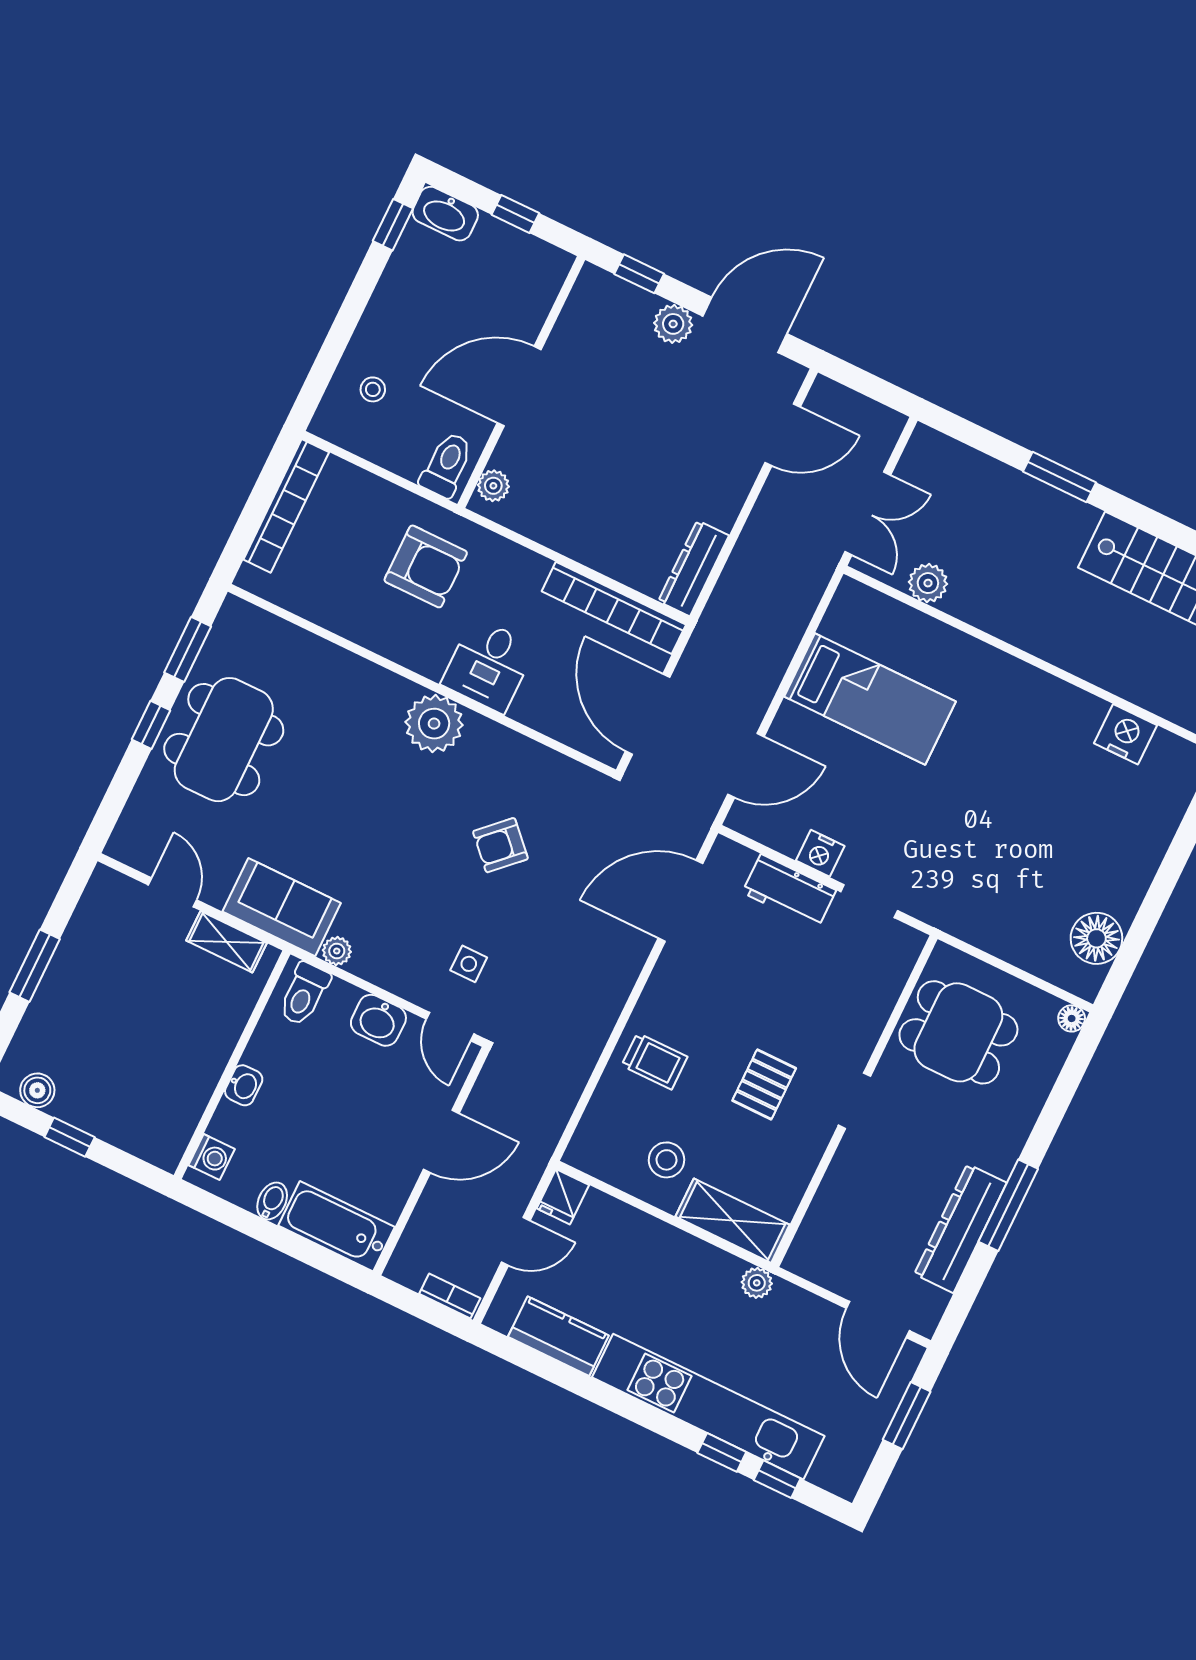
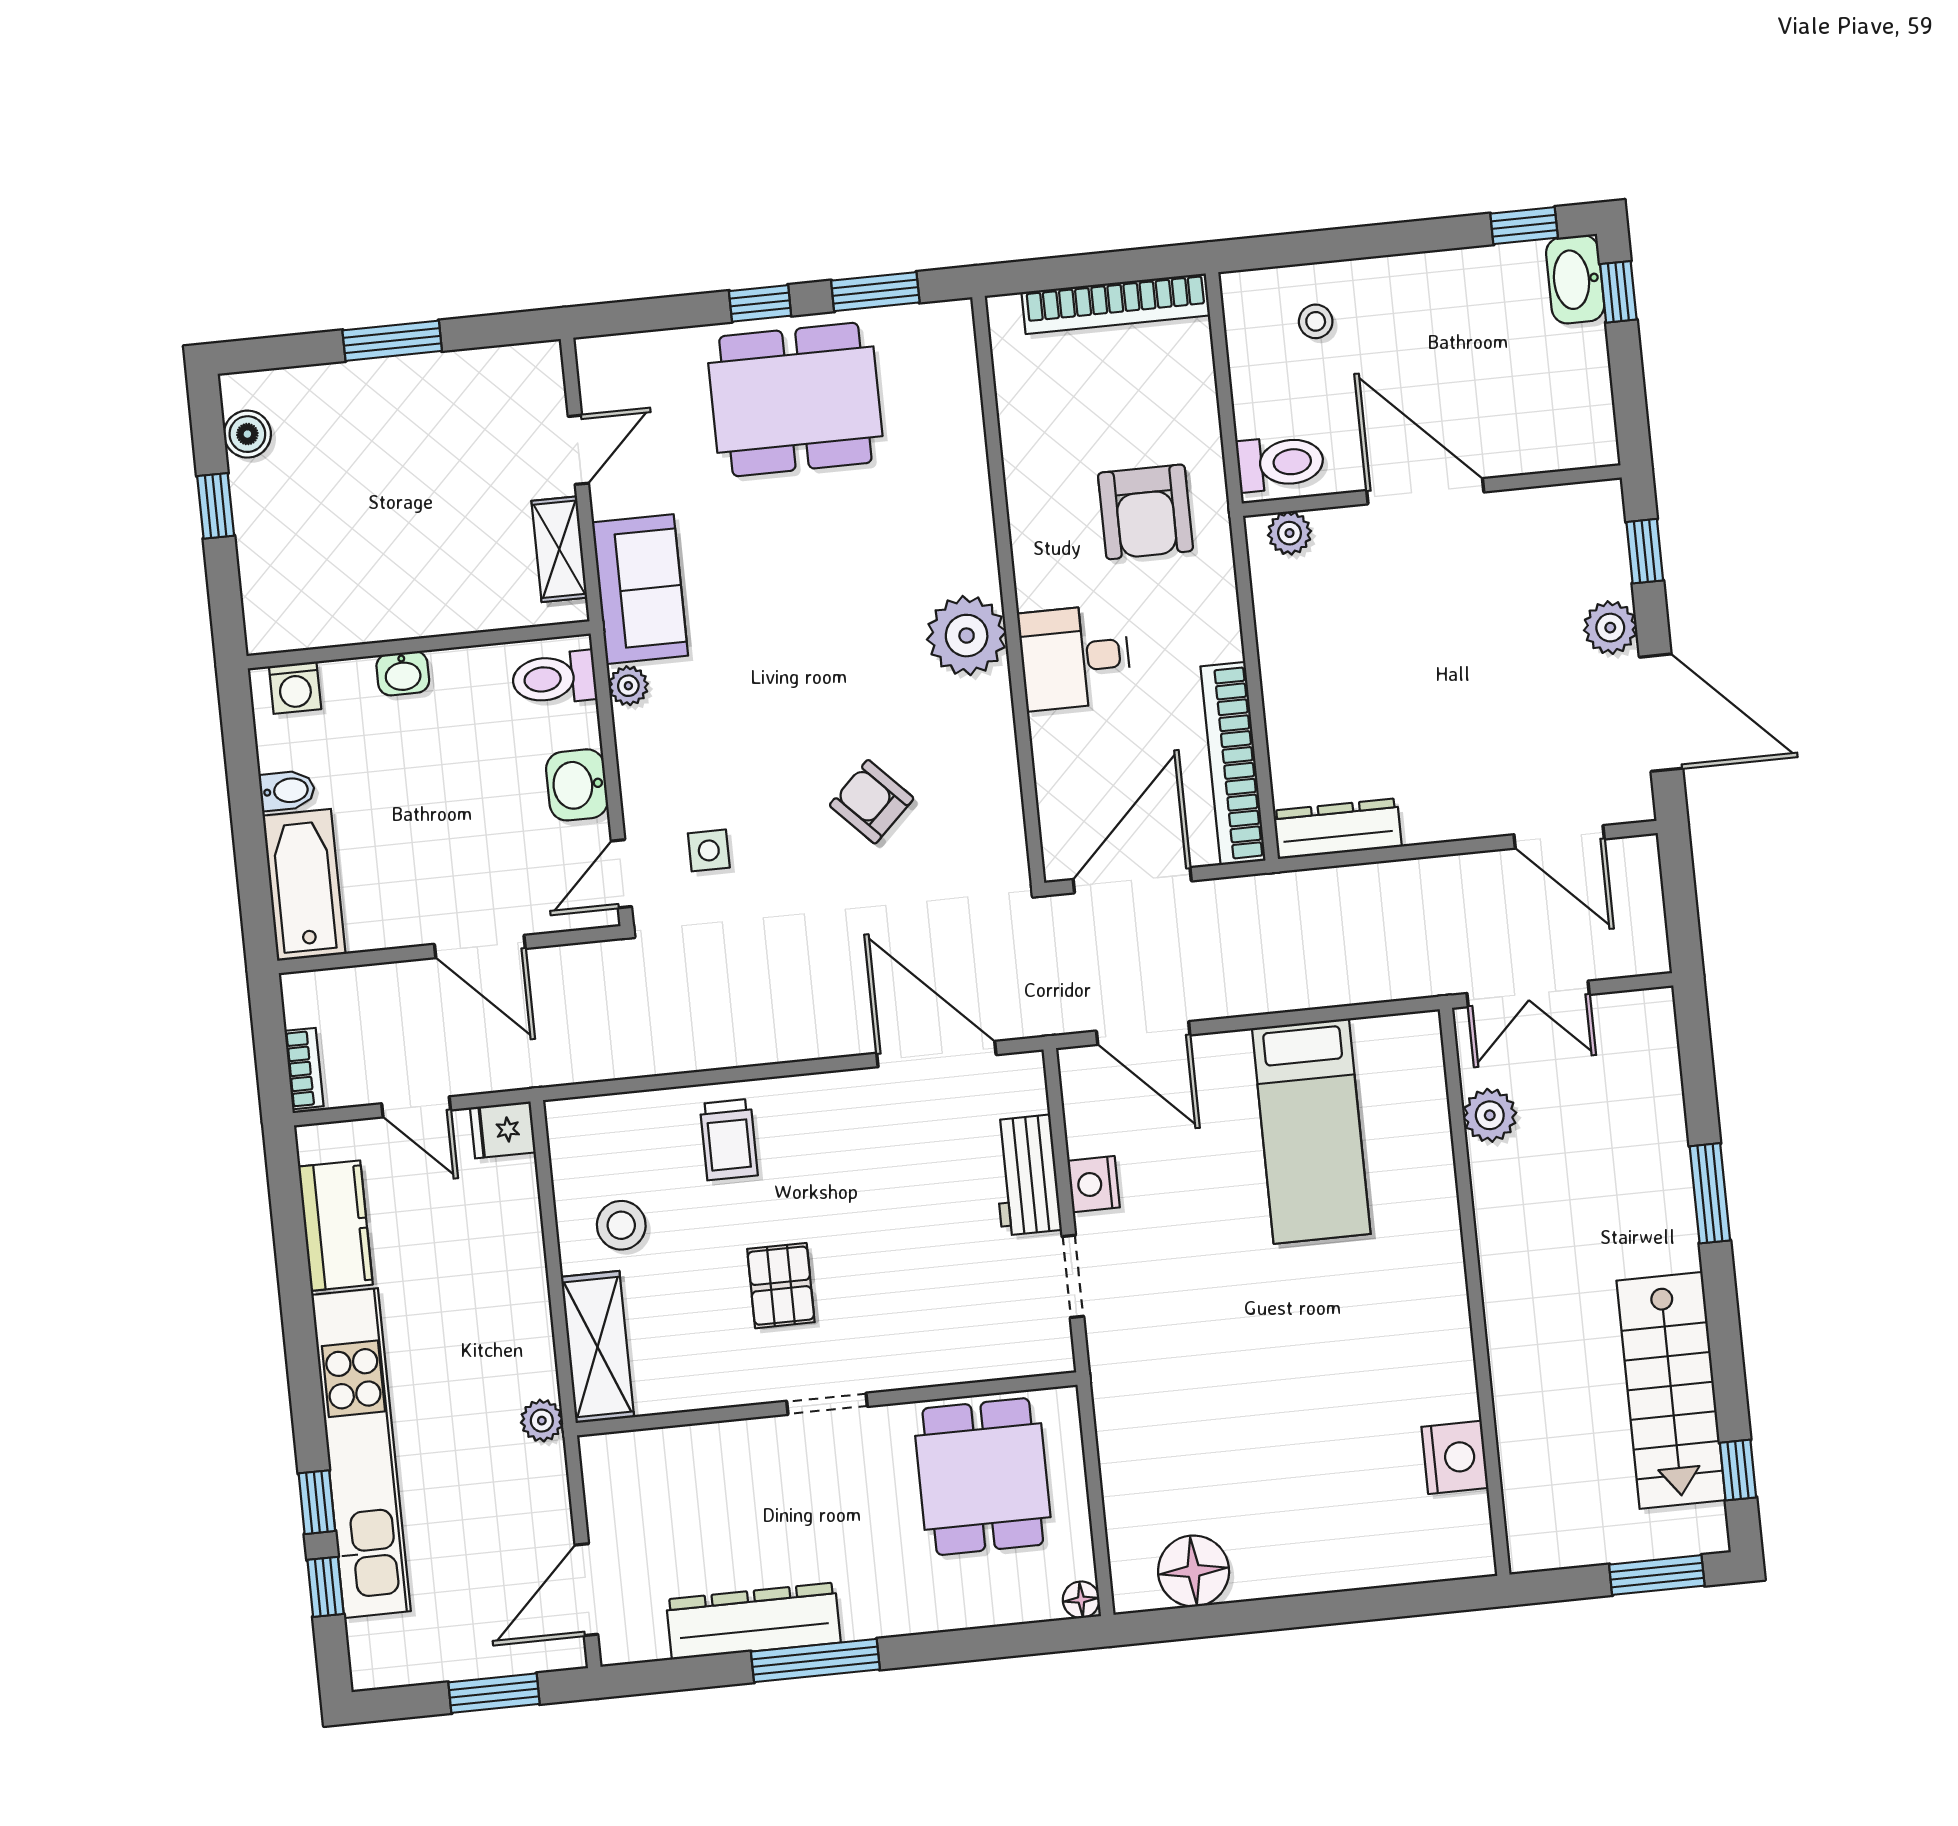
window: (515, 214) -> (1618, 292), moved
pallet: (764, 1084) -> (781, 1286), turned 90

